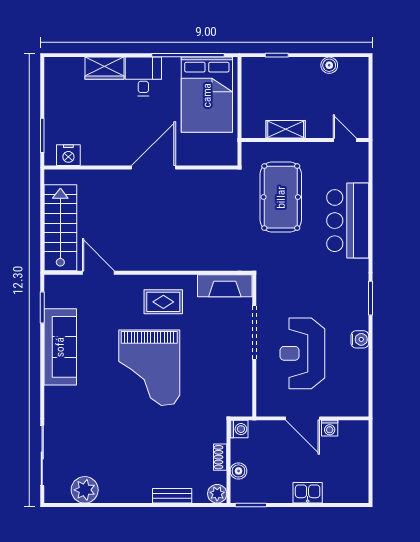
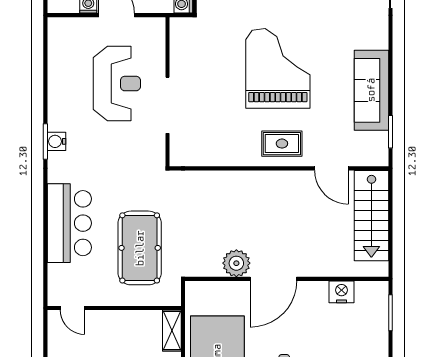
shelving: (286, 129) -> (172, 331), moved, turned 90
nightstand: (68, 155) -> (341, 292), moved
plant: (189, 182) -> (236, 263), added
fireplace: (225, 286) -> (198, 155), removed
rug: (163, 302) -> (282, 144), moved
water cooler: (360, 339) -> (56, 141), moved

